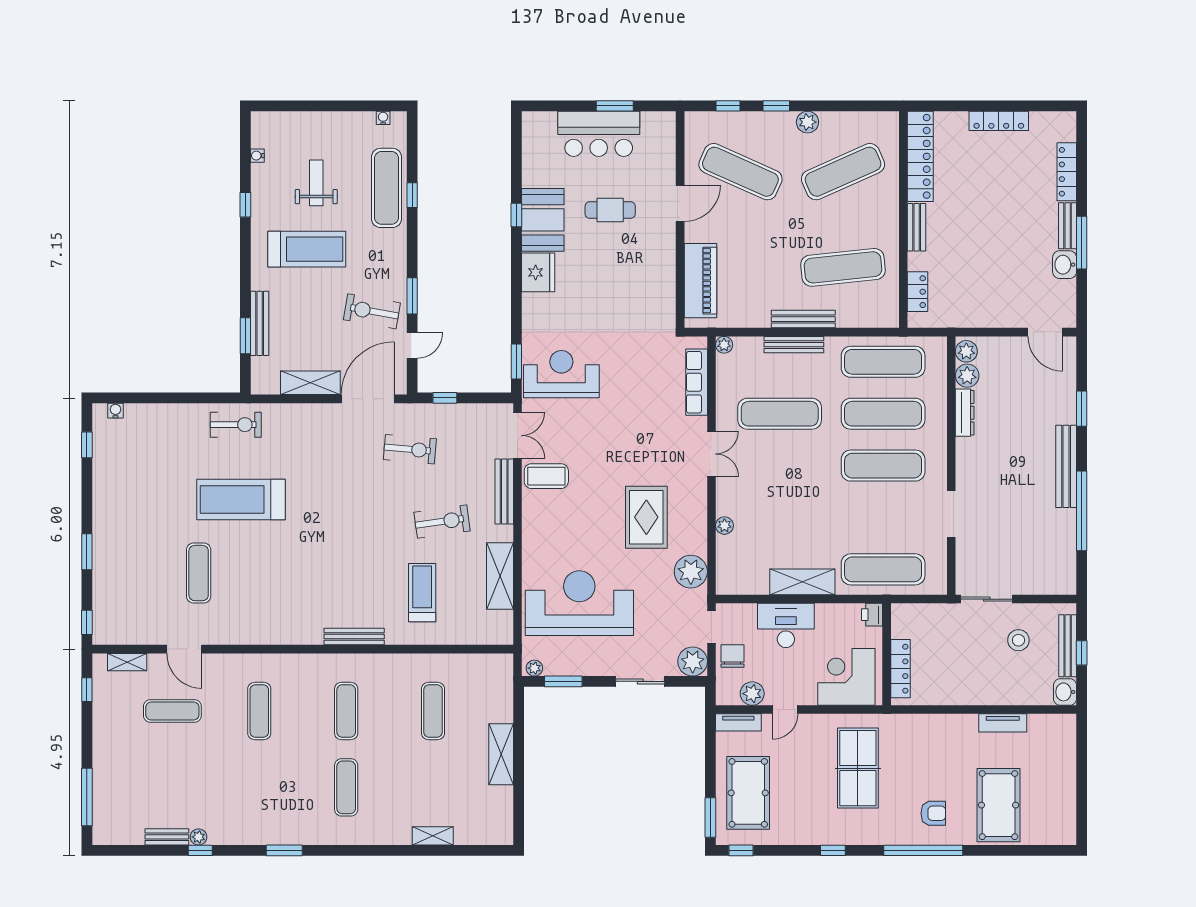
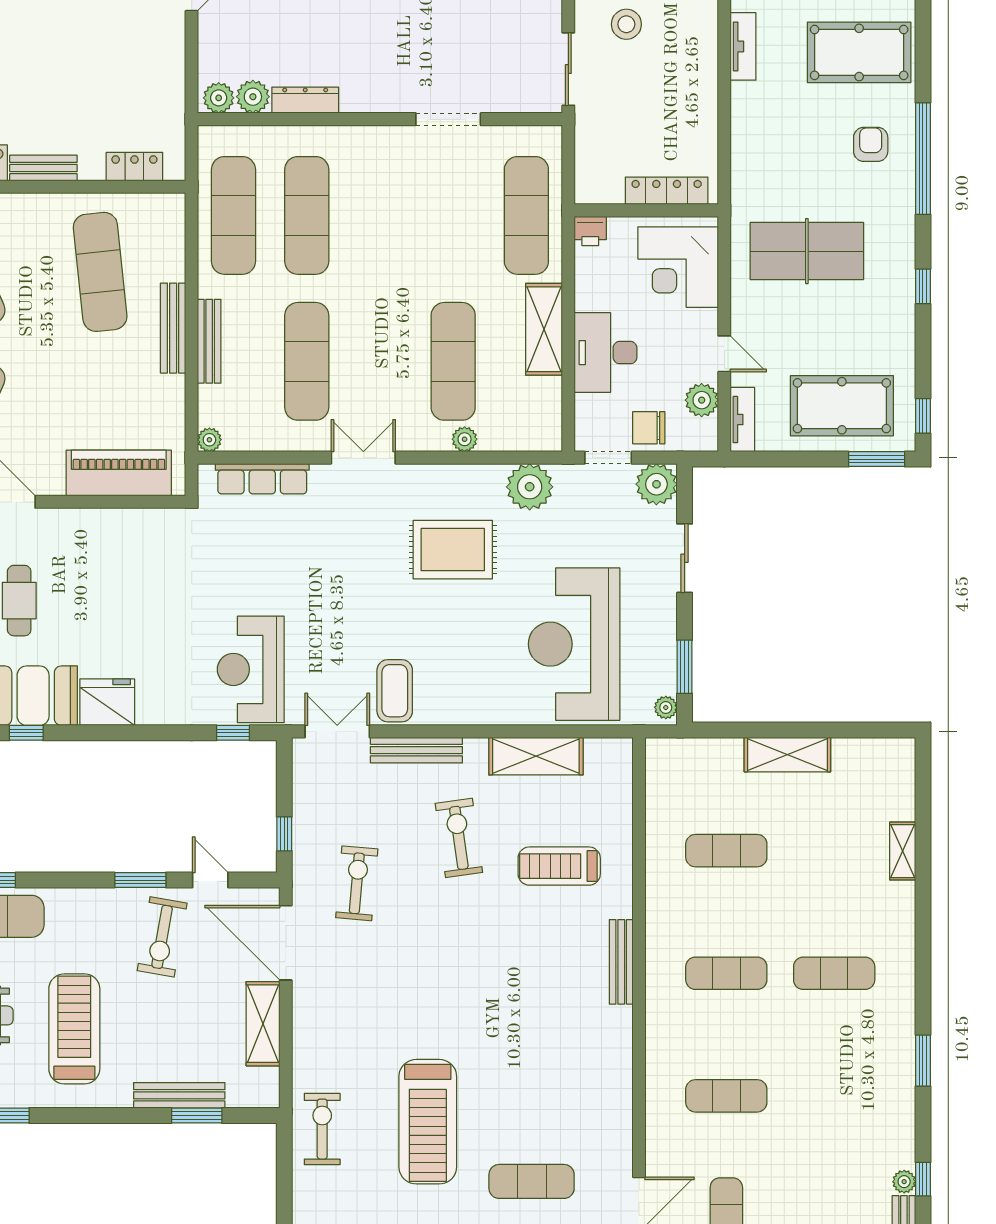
window: (516, 362) -> (233, 733), width x0.67
exercise mat: (883, 466) -> (453, 361), moved

